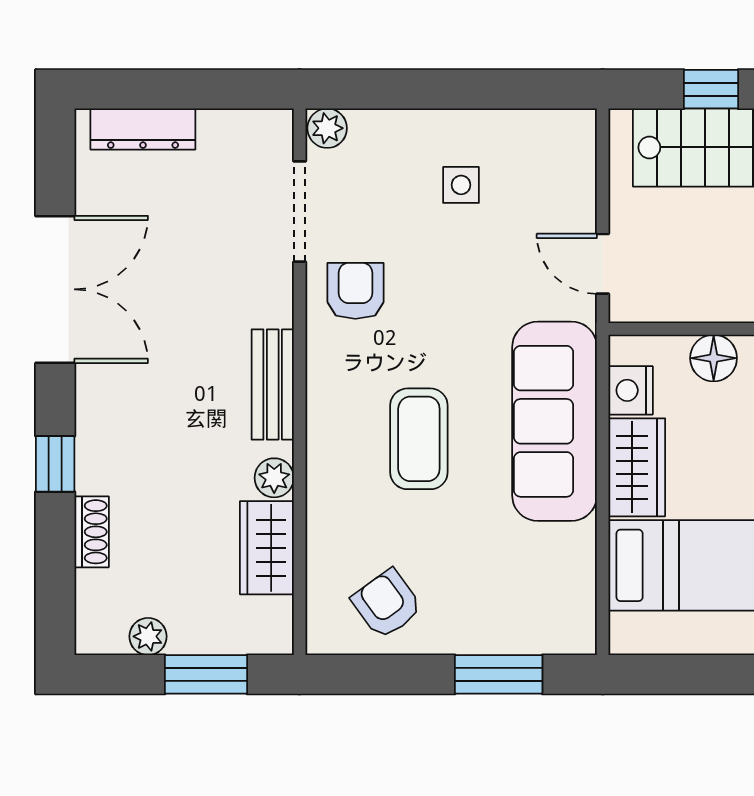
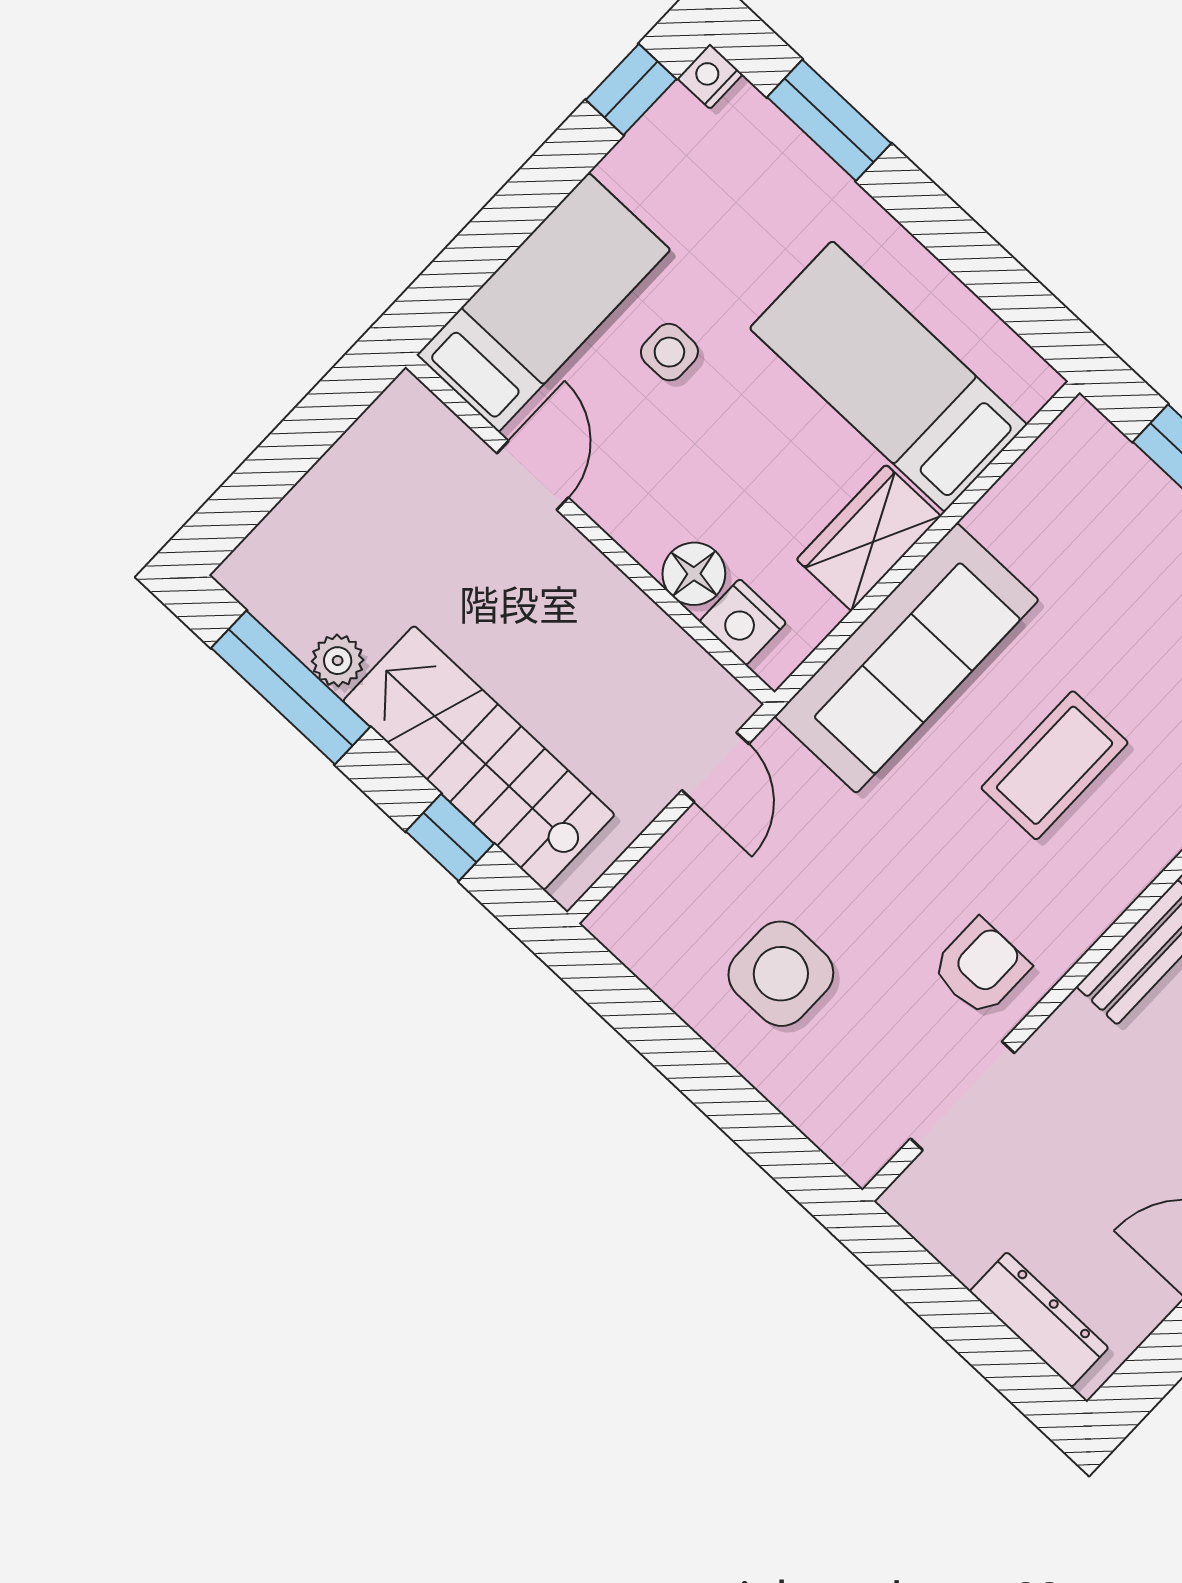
plant: (327, 128) -> (859, 1152), removed
side table: (461, 185) -> (781, 974), width x1.87, depth x1.87
armchair: (355, 291) -> (981, 967), turned 180
nightstand: (631, 390) -> (743, 622), moved, turned 90

